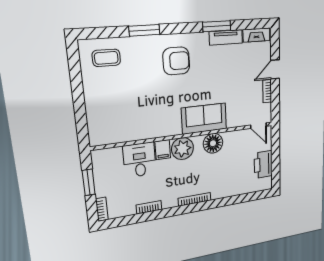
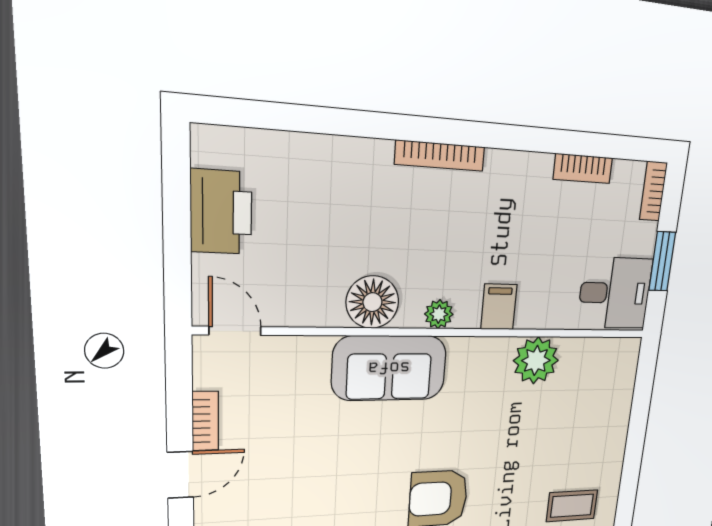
plant: (141, 129) -> (536, 360), added
plant: (182, 149) -> (439, 314), width x0.53, depth x0.53
desk: (140, 160) -> (615, 293), moved, turned -90
bookcase: (149, 207) -> (583, 169), moved

